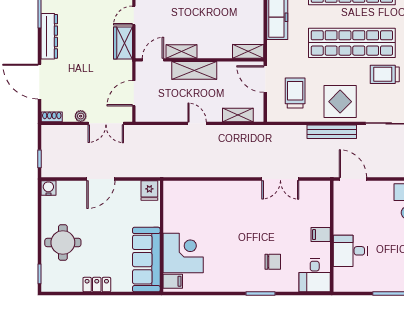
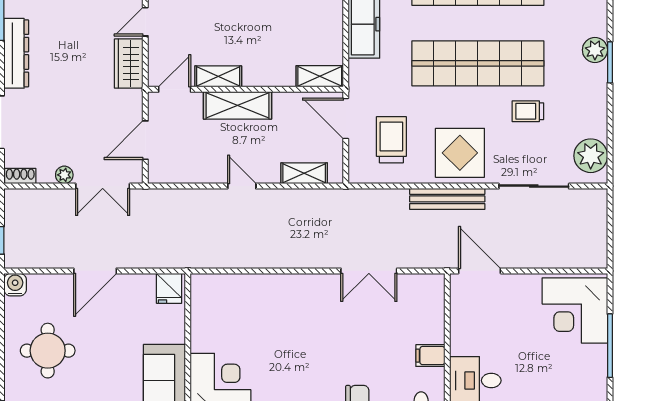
trolley: (385, 74) -> (528, 111), width x0.73, depth x0.72
round table: (63, 243) -> (48, 351), moved

